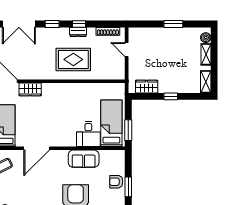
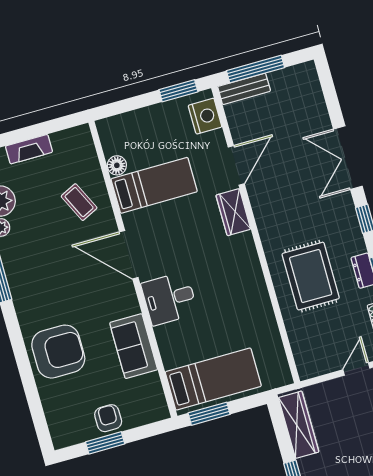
wardrobe: (147, 87) -> (299, 425), width x1.50
desk: (88, 134) -> (169, 298), moved

